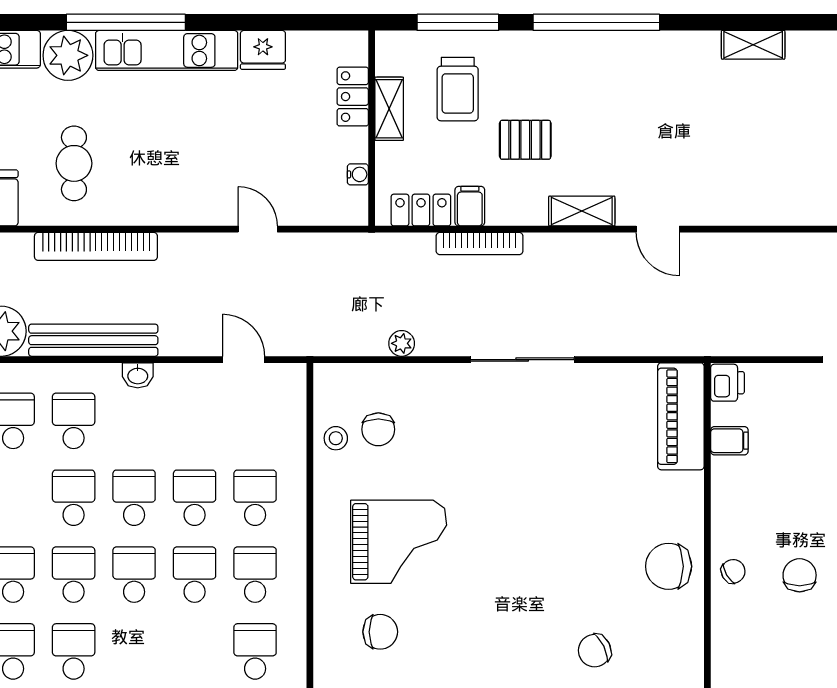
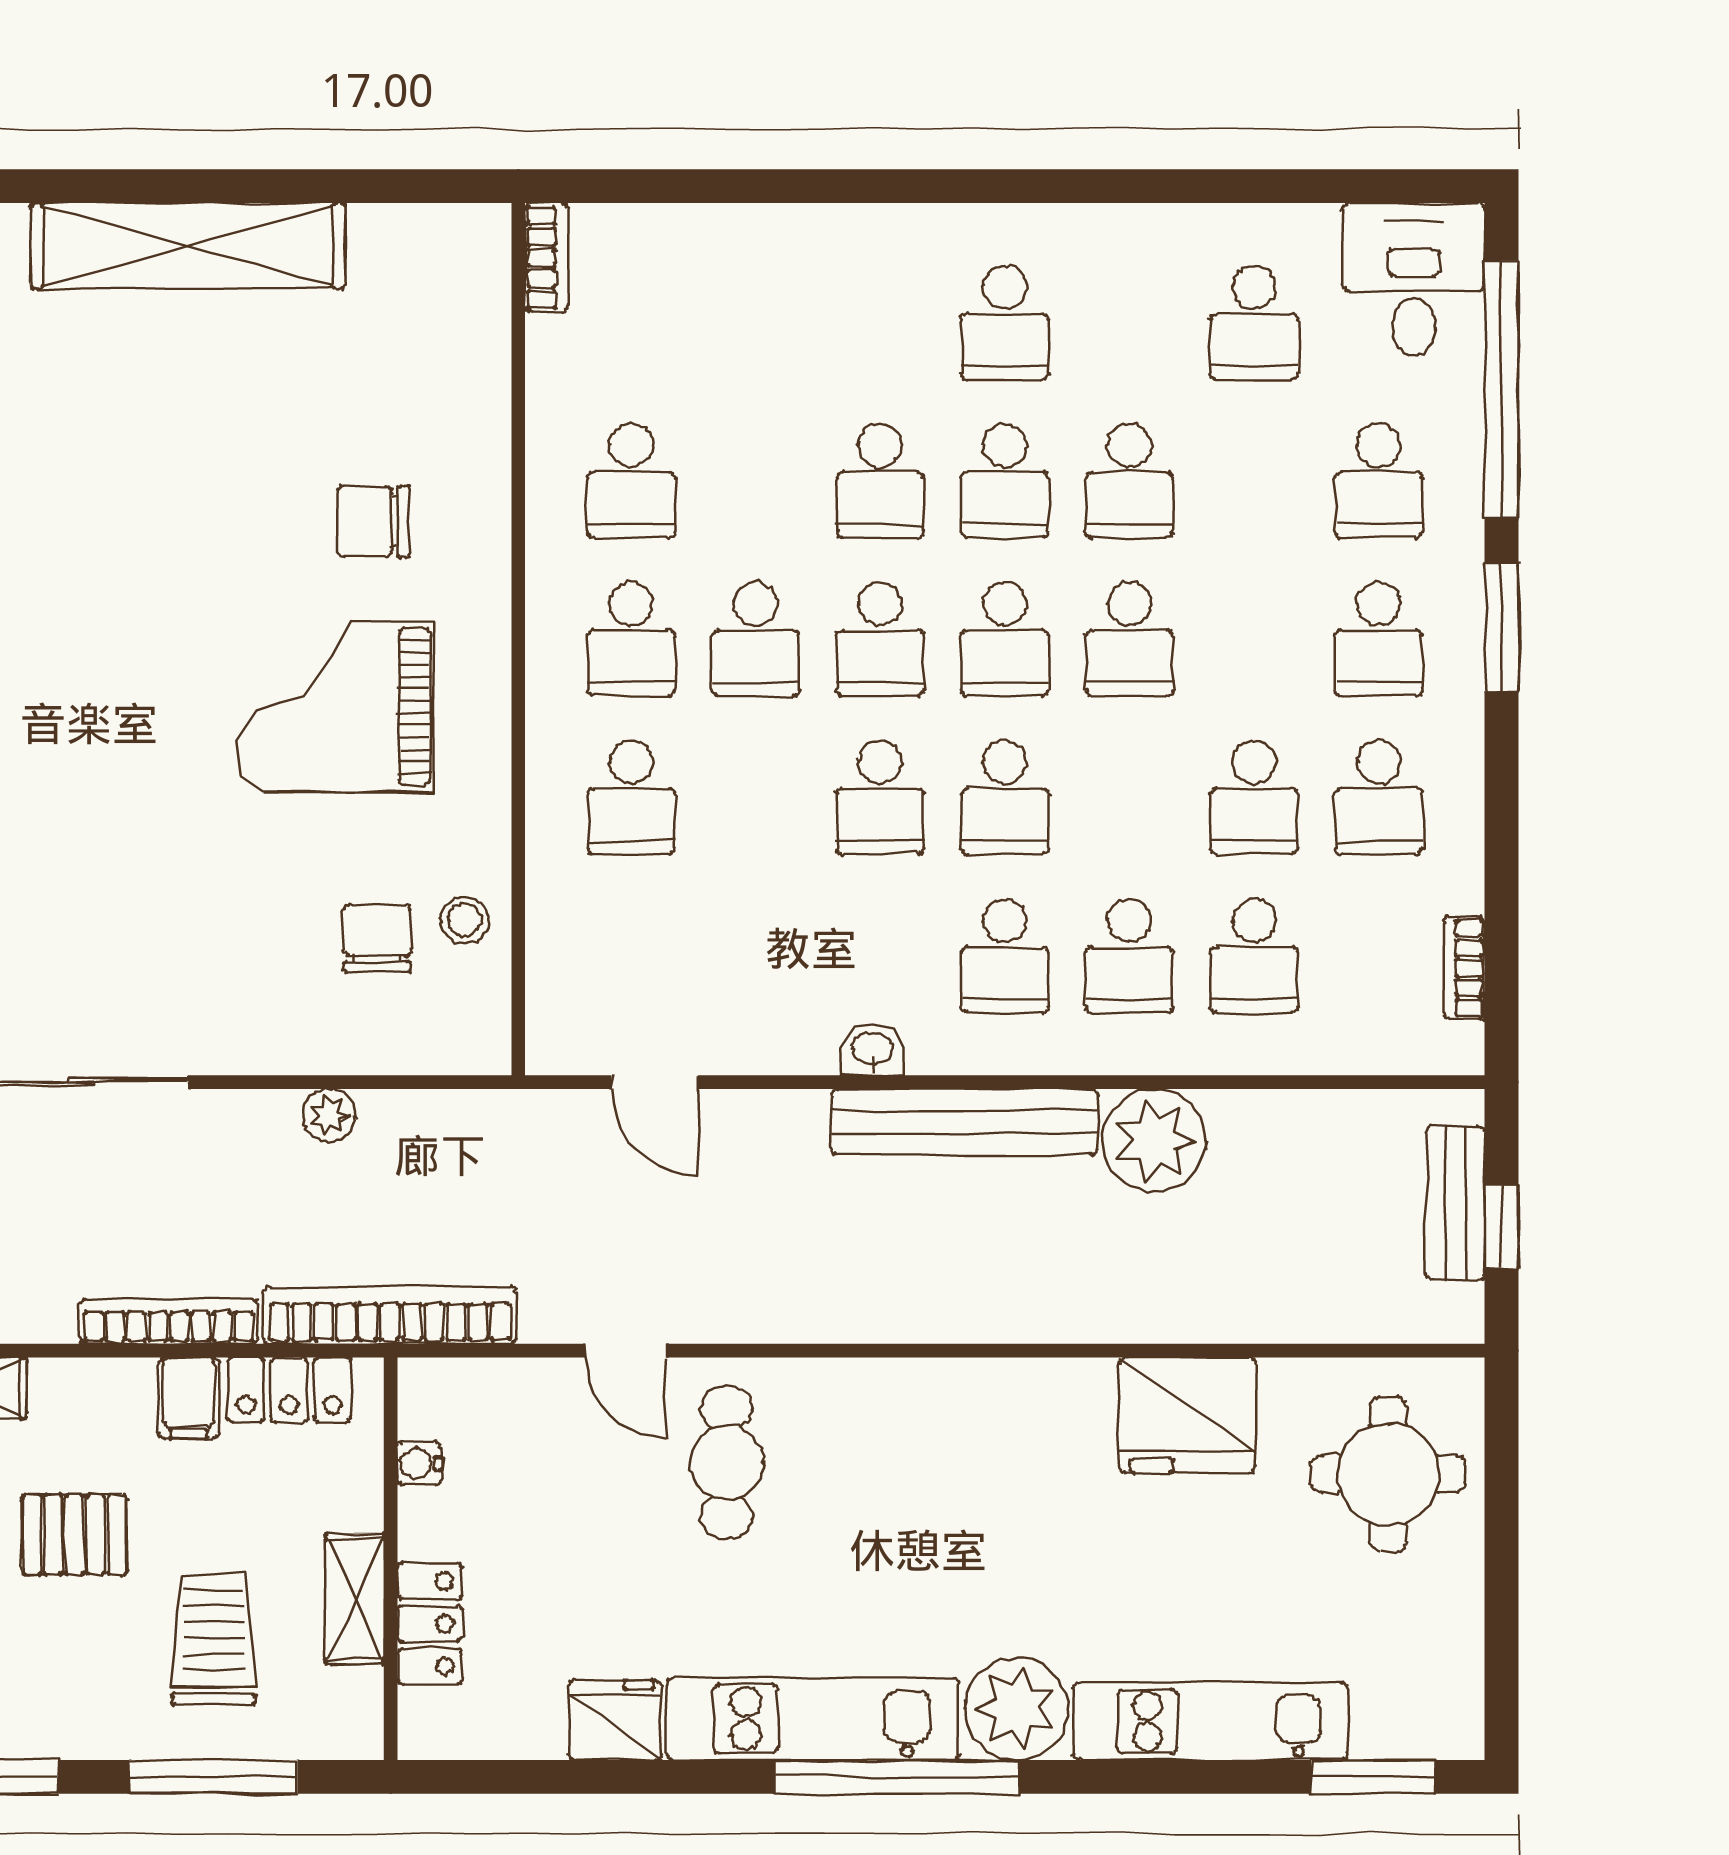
cafe table: (74, 163) -> (727, 1462), moved
bookcase: (96, 246) -> (390, 1315), moved
school desk: (195, 498) -> (880, 481), moved

